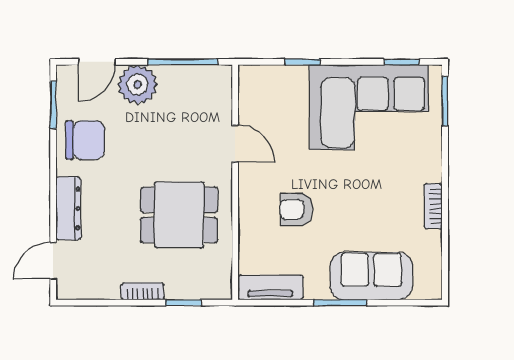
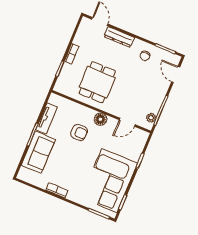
plant: (138, 85) -> (151, 118), moved, width x0.53, depth x0.53
chair: (85, 140) -> (145, 56), width x0.54, depth x0.54
door: (235, 143) -> (127, 122), moved
floor lamp: (252, 177) -> (100, 119), added
armchair: (296, 209) -> (79, 132), turned 90
tv unit: (270, 287) -> (47, 118), moved

